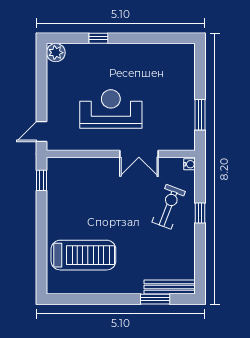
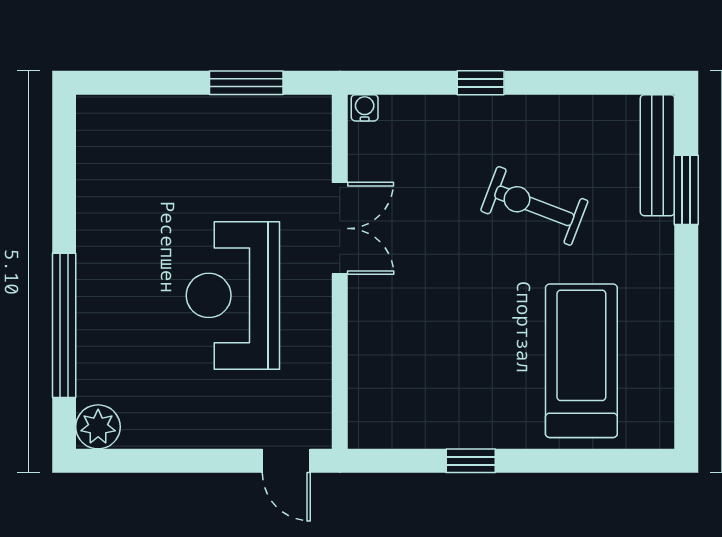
window: (98, 38) -> (64, 325), width x3.17
window: (42, 180) -> (471, 461), moved
exercise bike: (169, 207) -> (534, 206), moved

